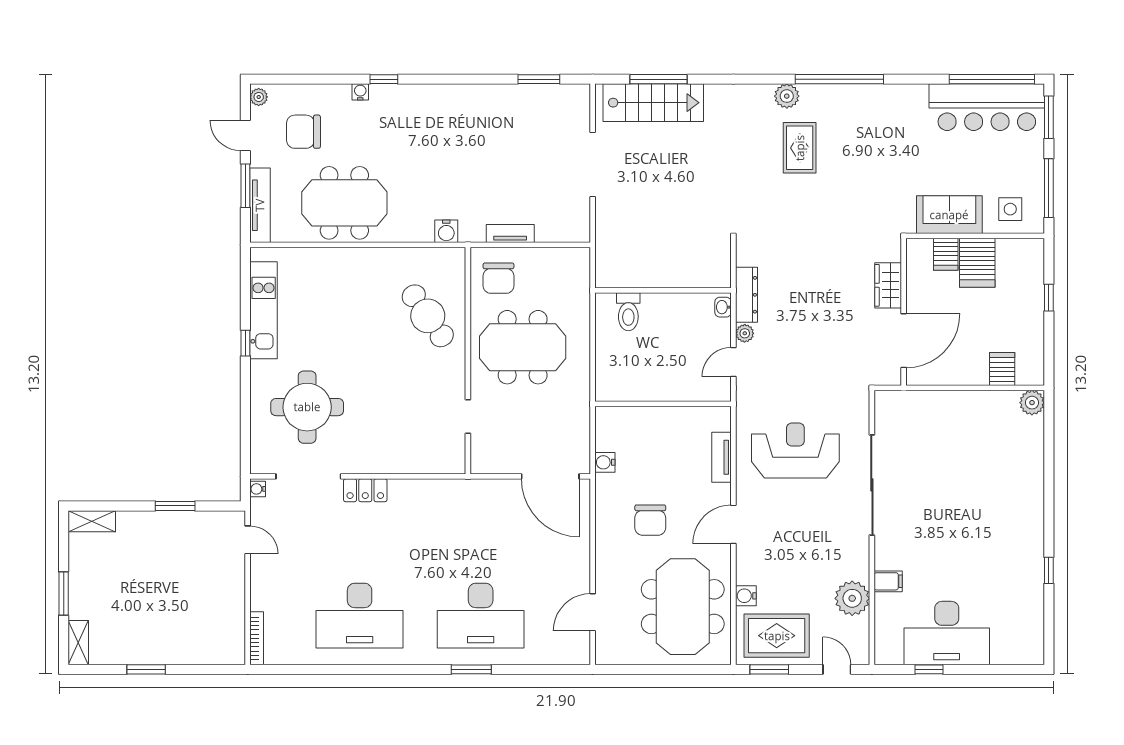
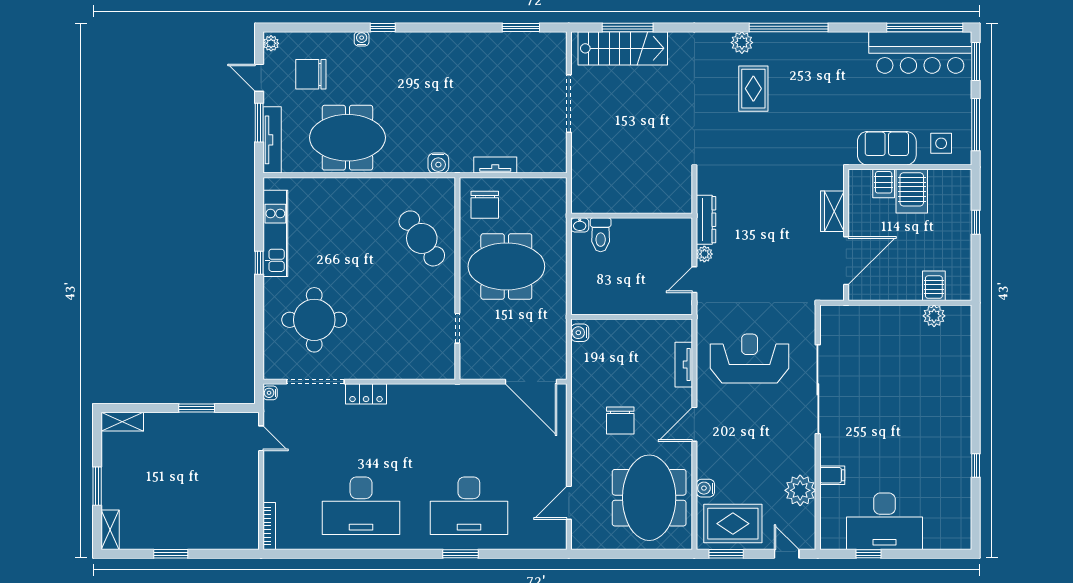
washbasin: (723, 307) -> (580, 225), moved, turned -90
plant: (1032, 403) -> (934, 316), moved
water cooler: (605, 462) -> (580, 333), moved

